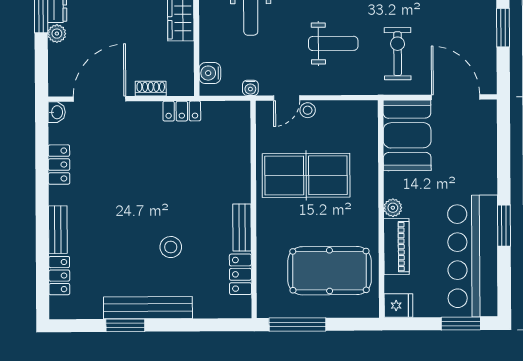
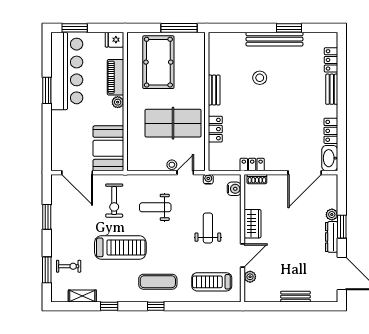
shoe rack: (151, 89) -> (257, 179), moved
washbasin: (57, 112) -> (330, 158), width x1.91, depth x1.45
pool table: (330, 271) -> (158, 62), turned 90
locker: (240, 274) -> (215, 129), moved

